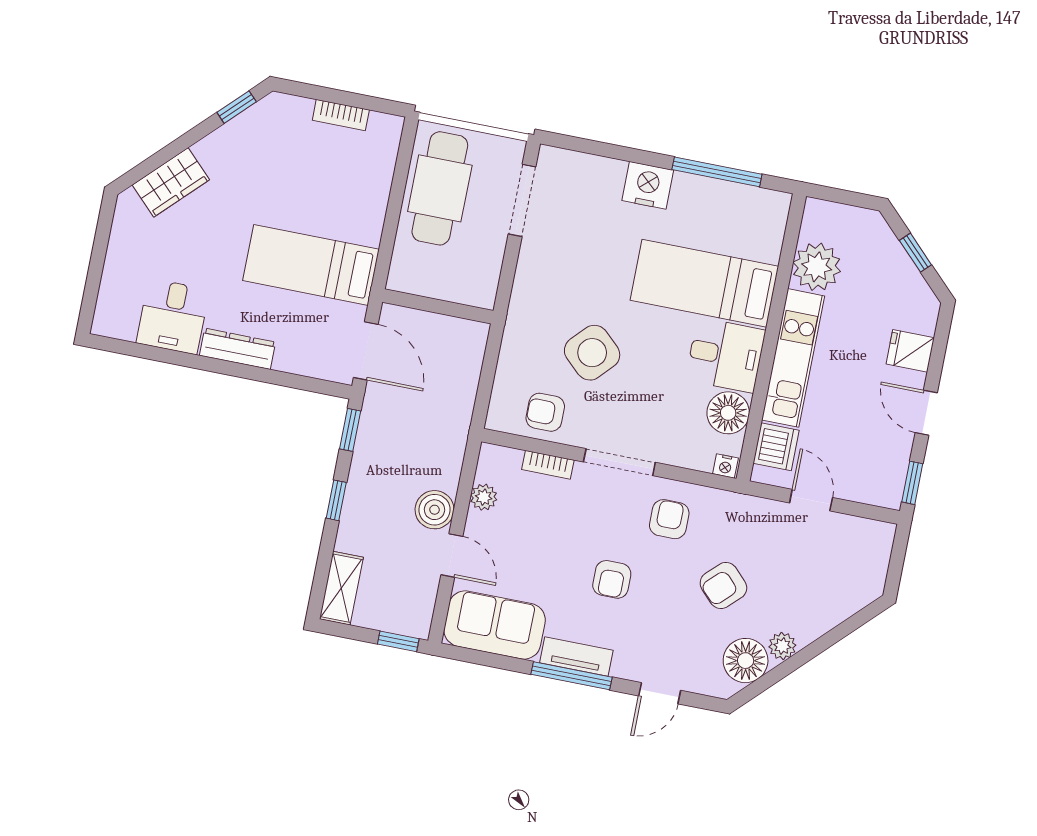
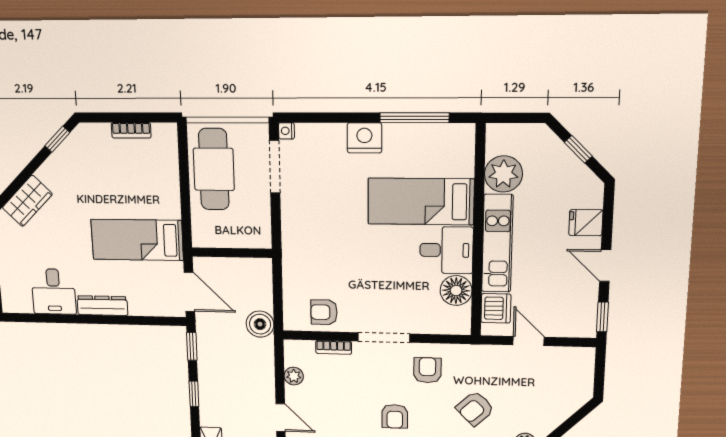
side table: (592, 353) -> (349, 265), removed
nightstand: (725, 466) -> (286, 131), moved, turned 90
boiler: (435, 510) -> (260, 324), moved

